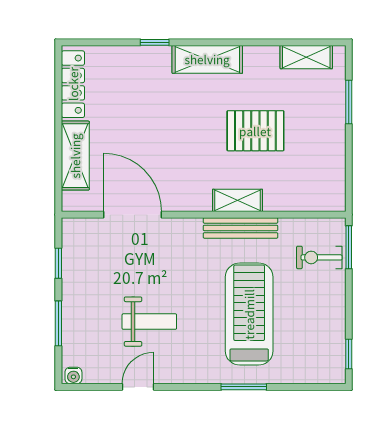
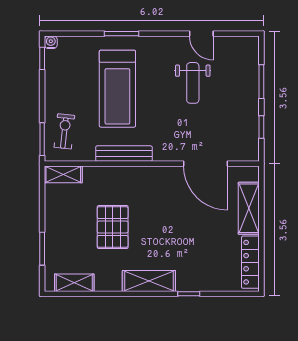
pallet: (255, 131) -> (113, 227), turned 90
shelving: (237, 200) -> (63, 174), moved
exercise bike: (319, 257) -> (64, 131), turned -84
weight bench: (149, 322) -> (193, 83), turned -90
water cooler: (73, 375) -> (51, 42), moved
door: (138, 387) -> (201, 34), hinge flipped

